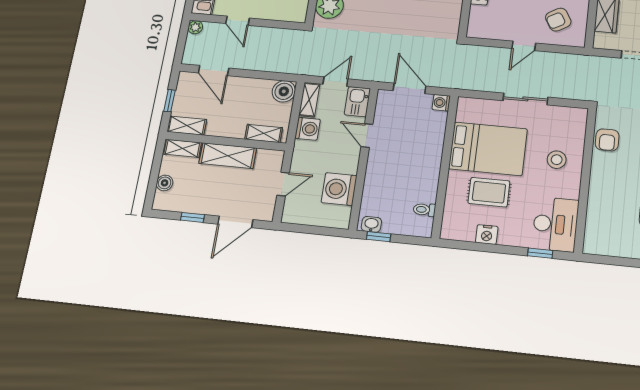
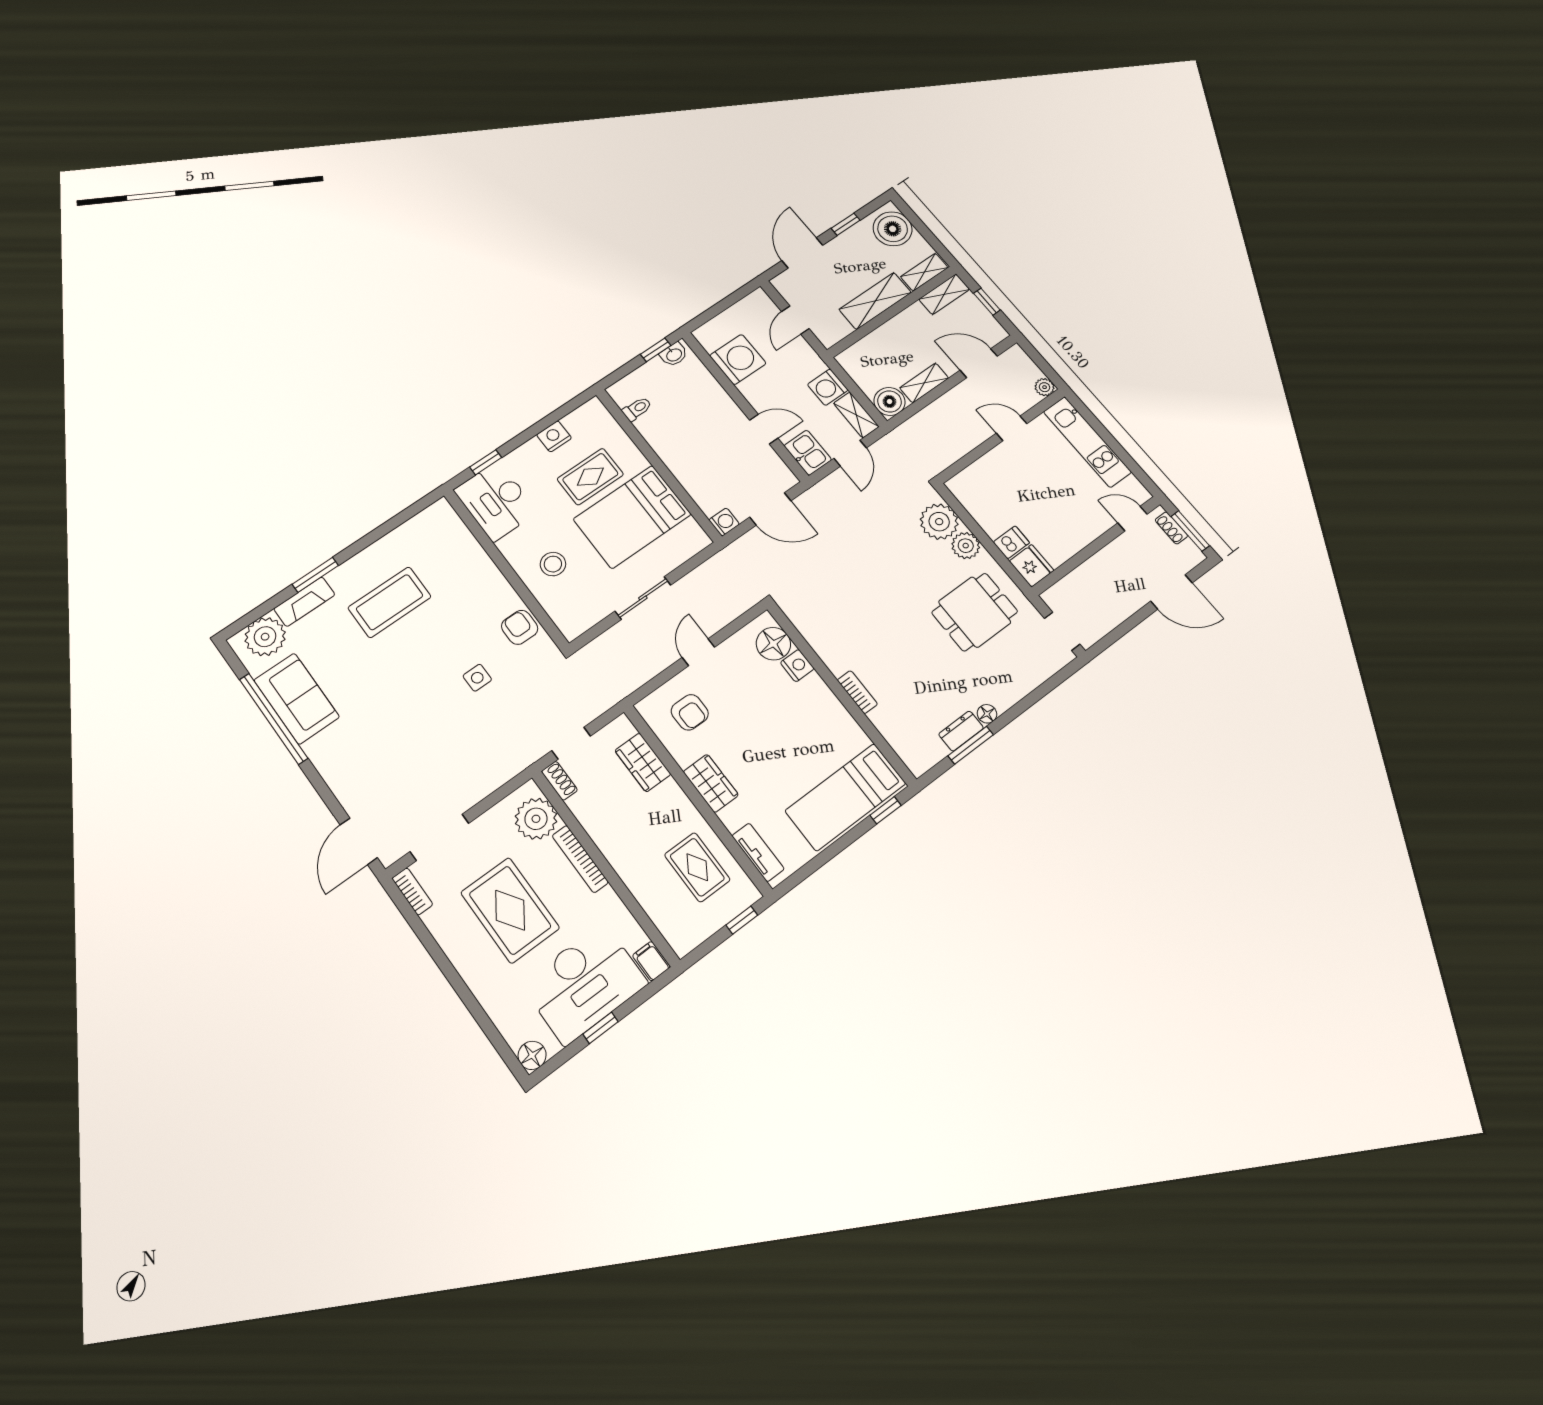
floor lamp: (480, 17) -> (773, 644), added
armchair: (558, 20) -> (690, 712), turned 120
shelving: (264, 133) -> (924, 383), moved
boiler: (165, 183) -> (893, 229), width x1.86, depth x1.86

